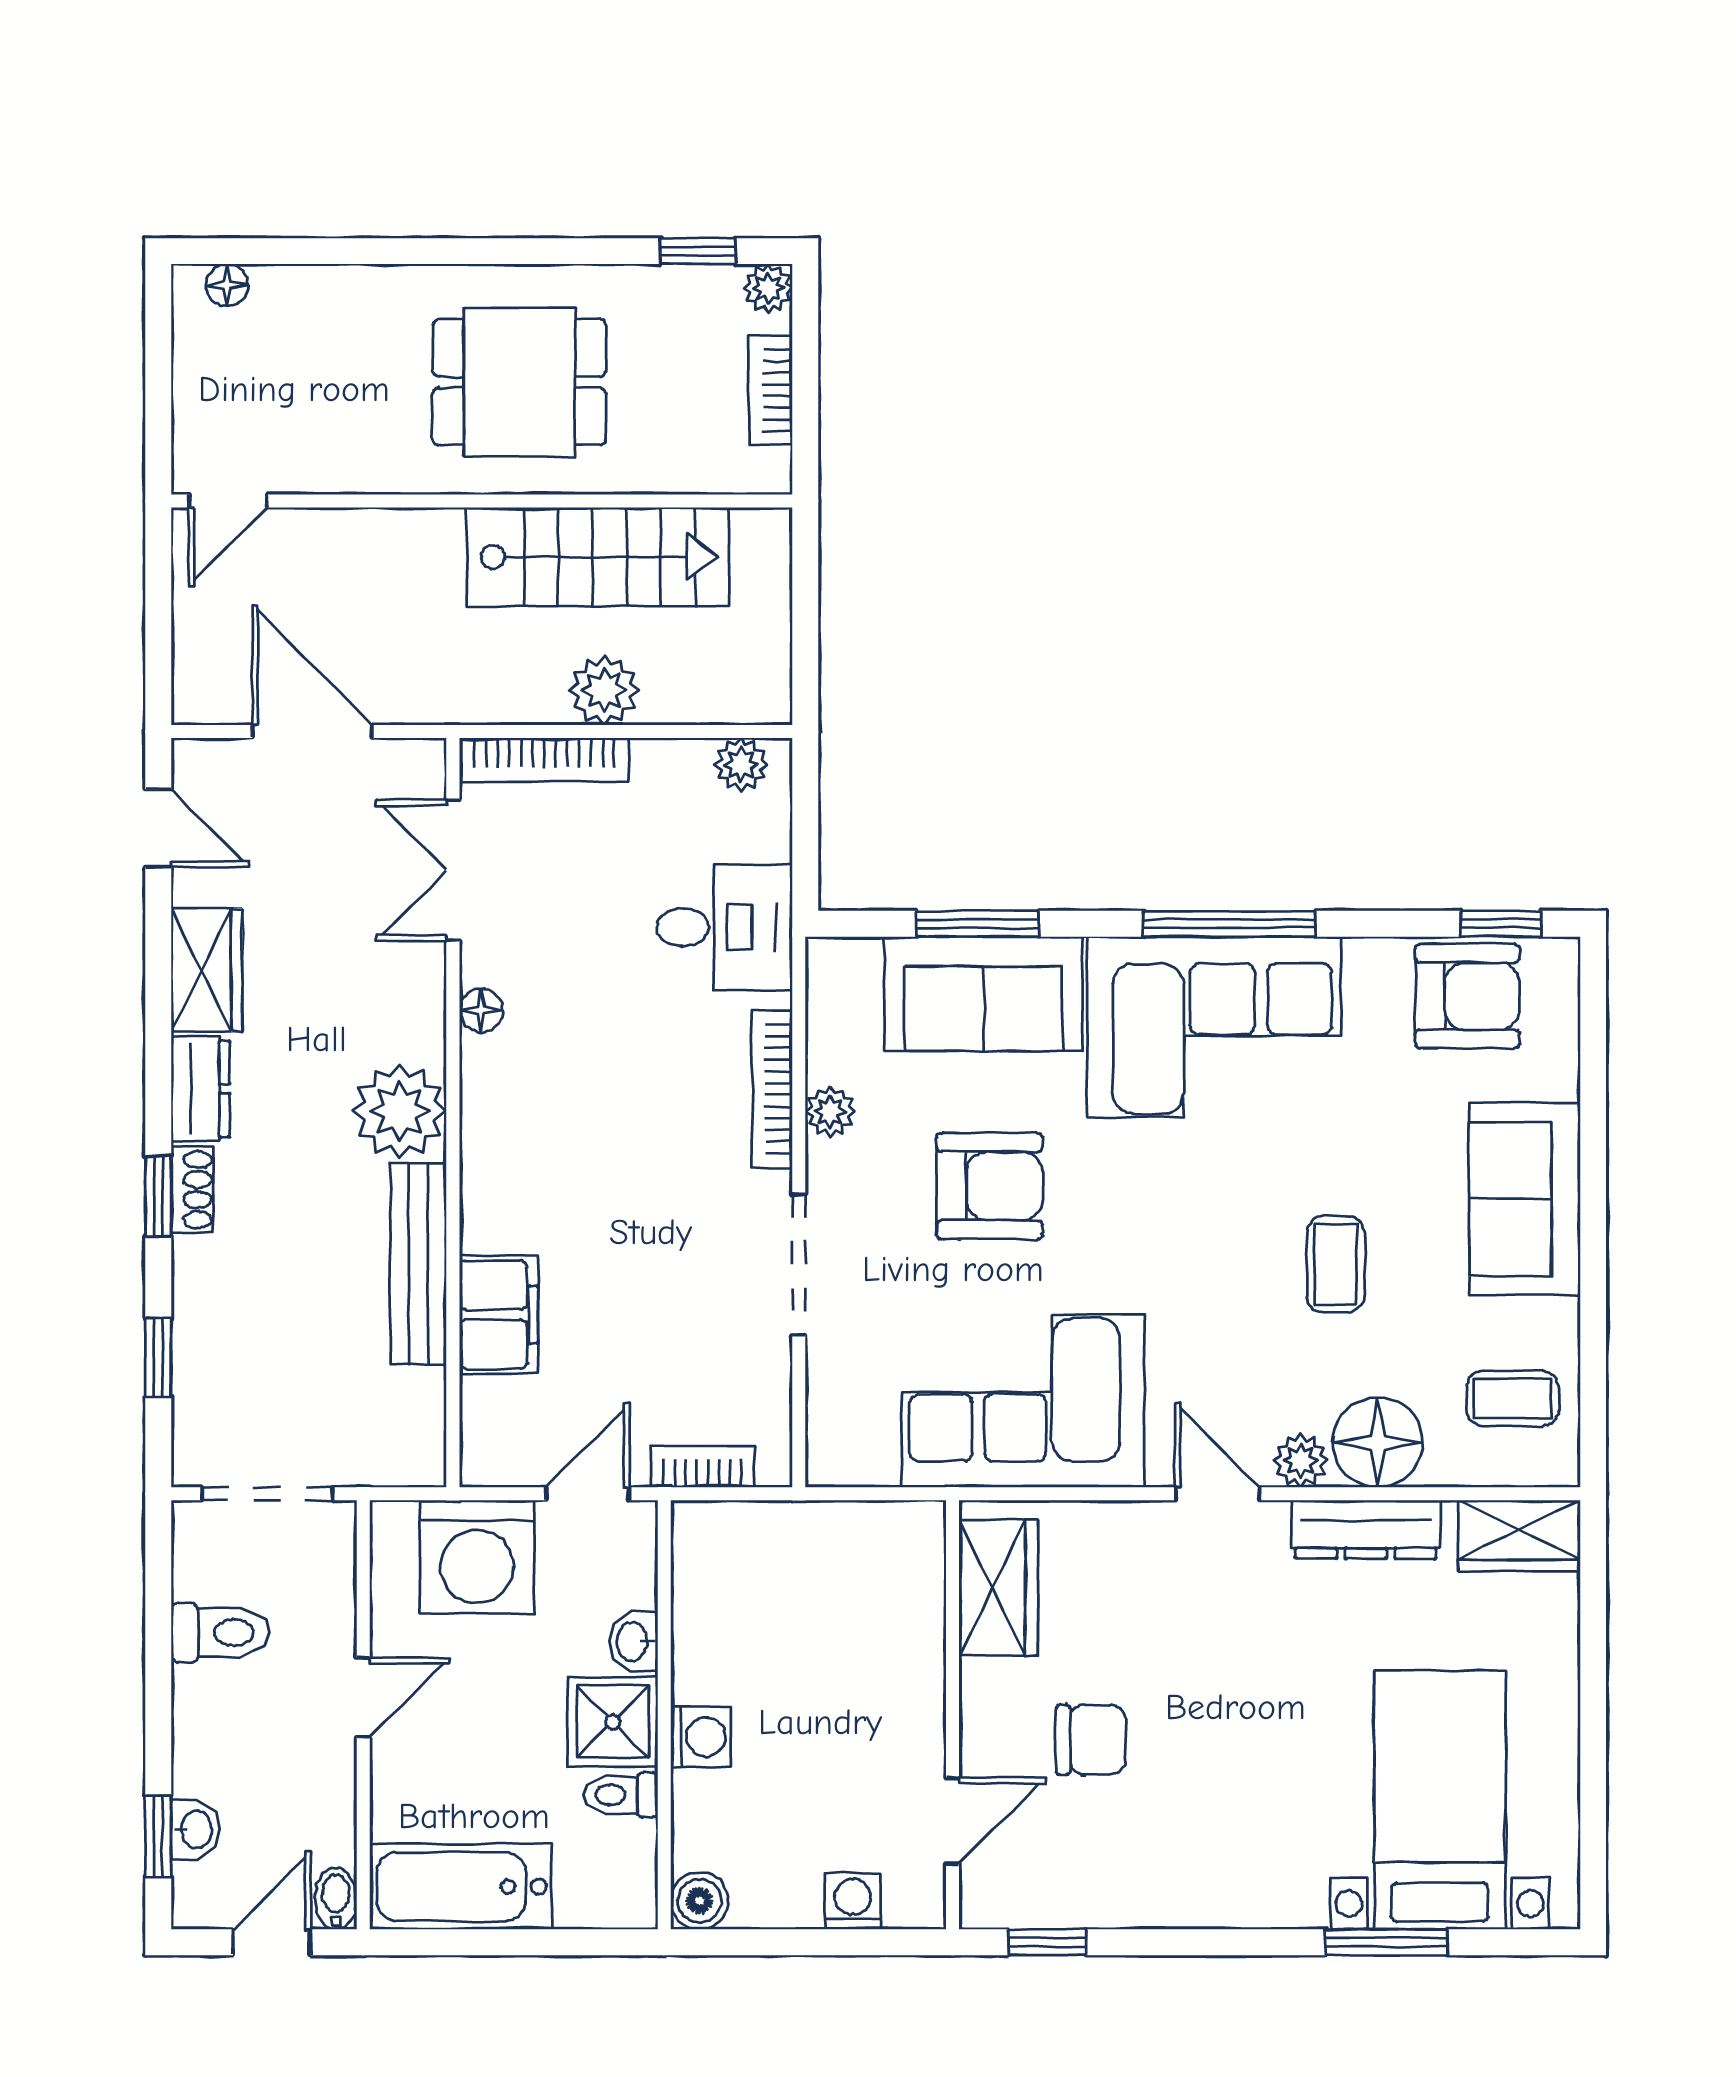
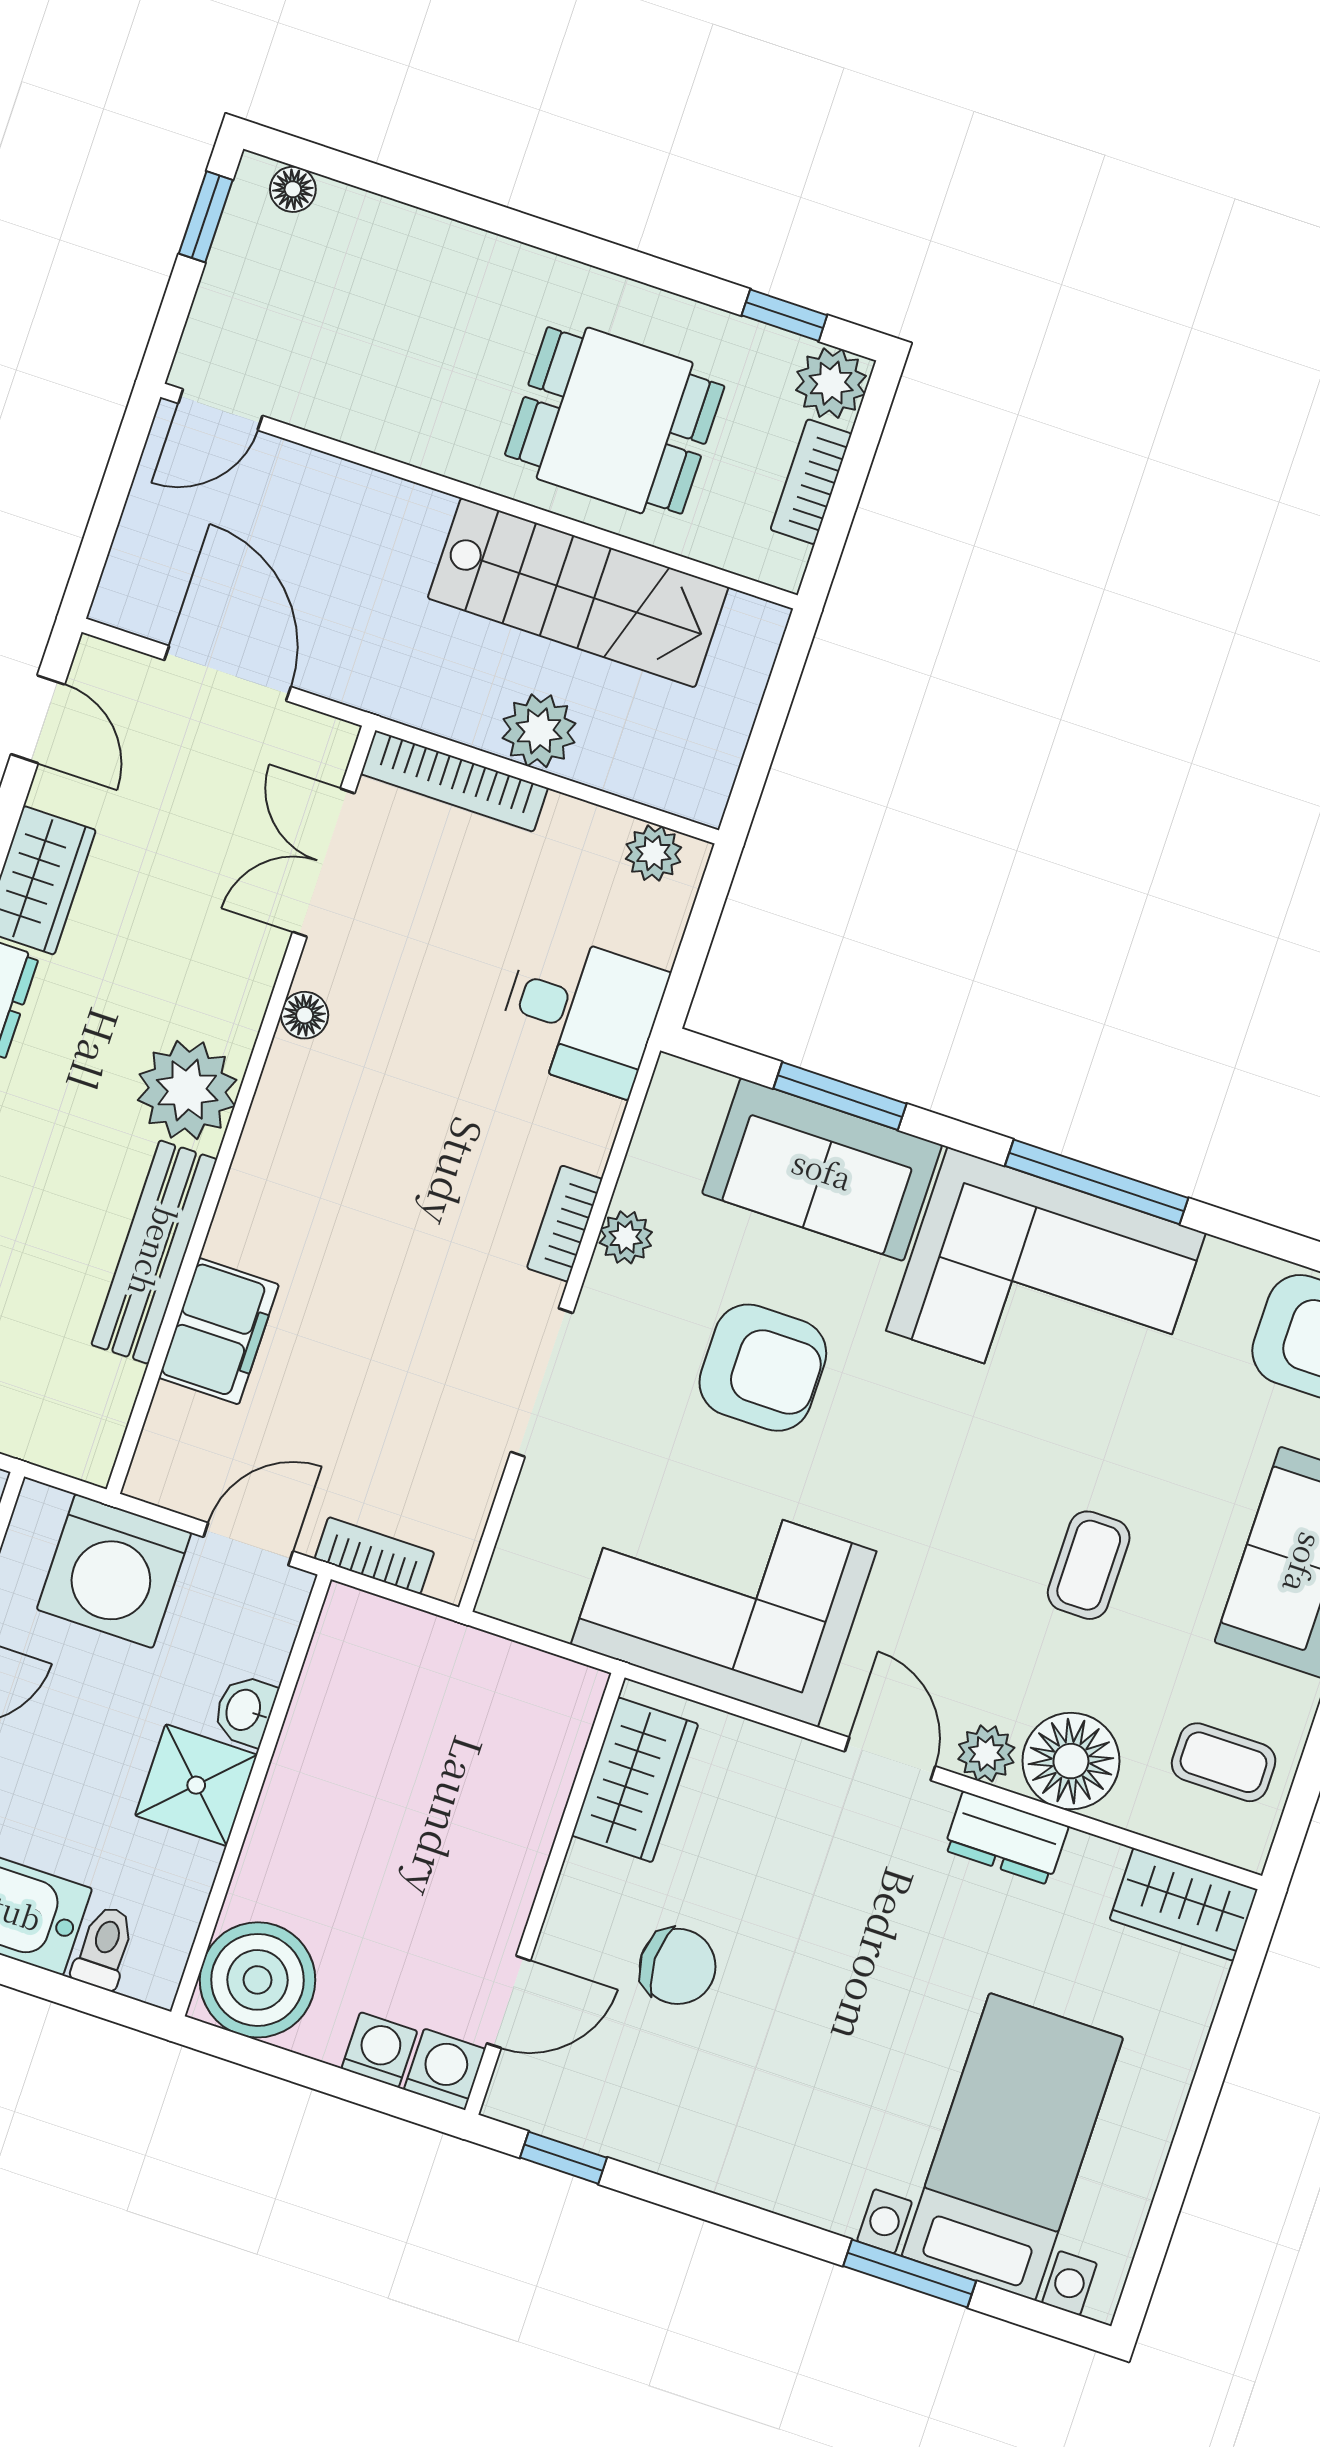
plant: (768, 288) -> (831, 383), width x1.38, depth x1.38
window: (158, 335) -> (206, 217), added
dining table: (519, 382) -> (615, 420), moved
bookcase: (772, 1089) -> (565, 1224), width x0.64
dresser: (1366, 1529) -> (1006, 1838), width x0.70
washing machine: (701, 1737) -> (445, 2069), moved, turned -90
toilet: (621, 1795) -> (104, 1948), moved, turned 90
boiler: (700, 1901) -> (257, 1980), width x1.86, depth x1.86

